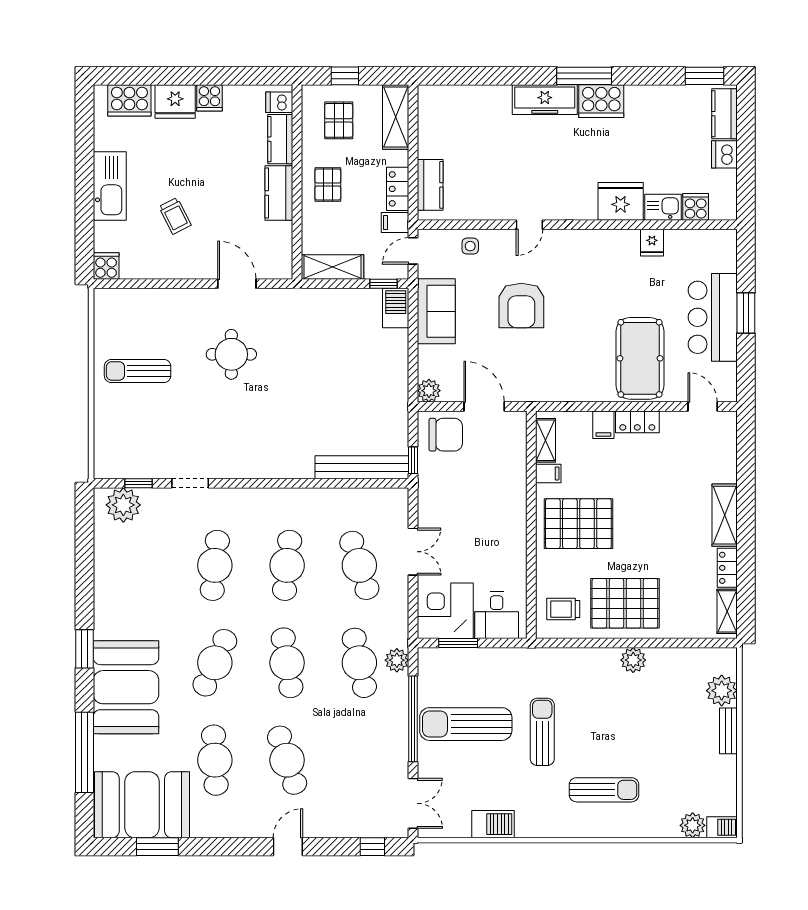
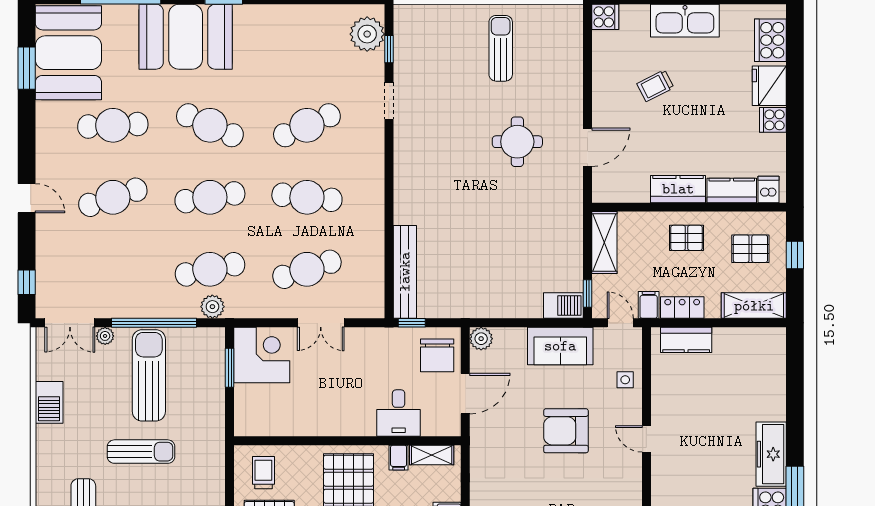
cafe table: (215, 565) -> (307, 125), turned -30
desk: (497, 615) -> (399, 413), moved, turned -90
plant: (426, 768) -> (105, 336), added

